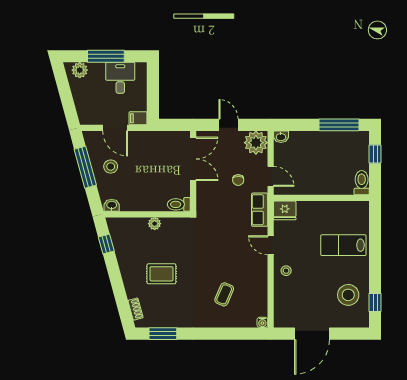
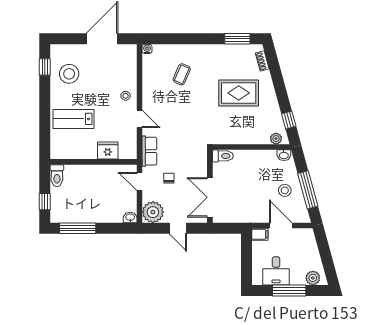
fridge: (285, 210) -> (108, 151), moved
plant: (155, 224) -> (276, 139), moved
lab bench: (343, 245) -> (73, 119), turned 180
rug: (161, 274) -> (239, 93), width x1.36, depth x1.43

